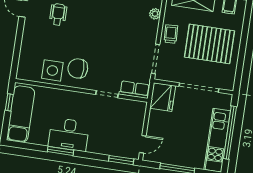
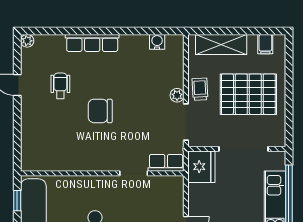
plant: (155, 14) -> (177, 95), moved
chair: (78, 68) -> (100, 111), moved
side table: (52, 70) -> (64, 155), removed

